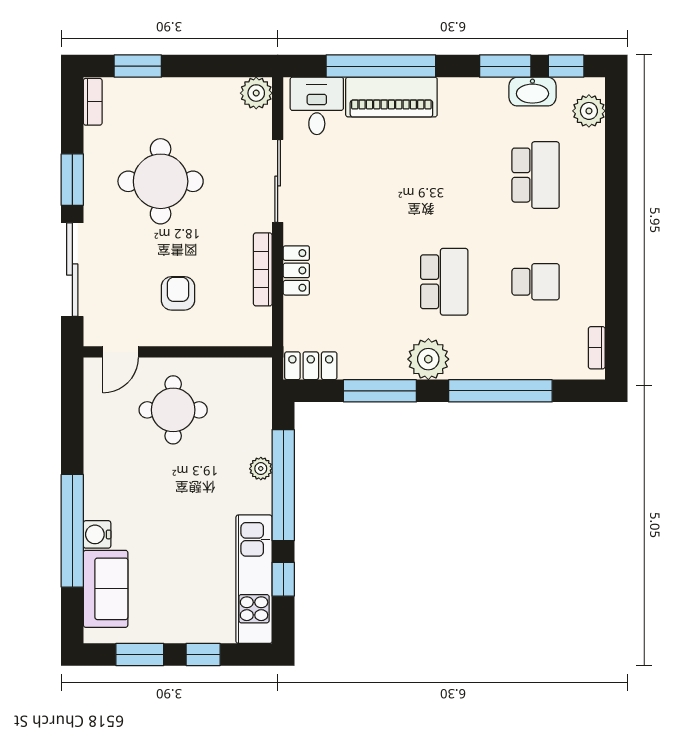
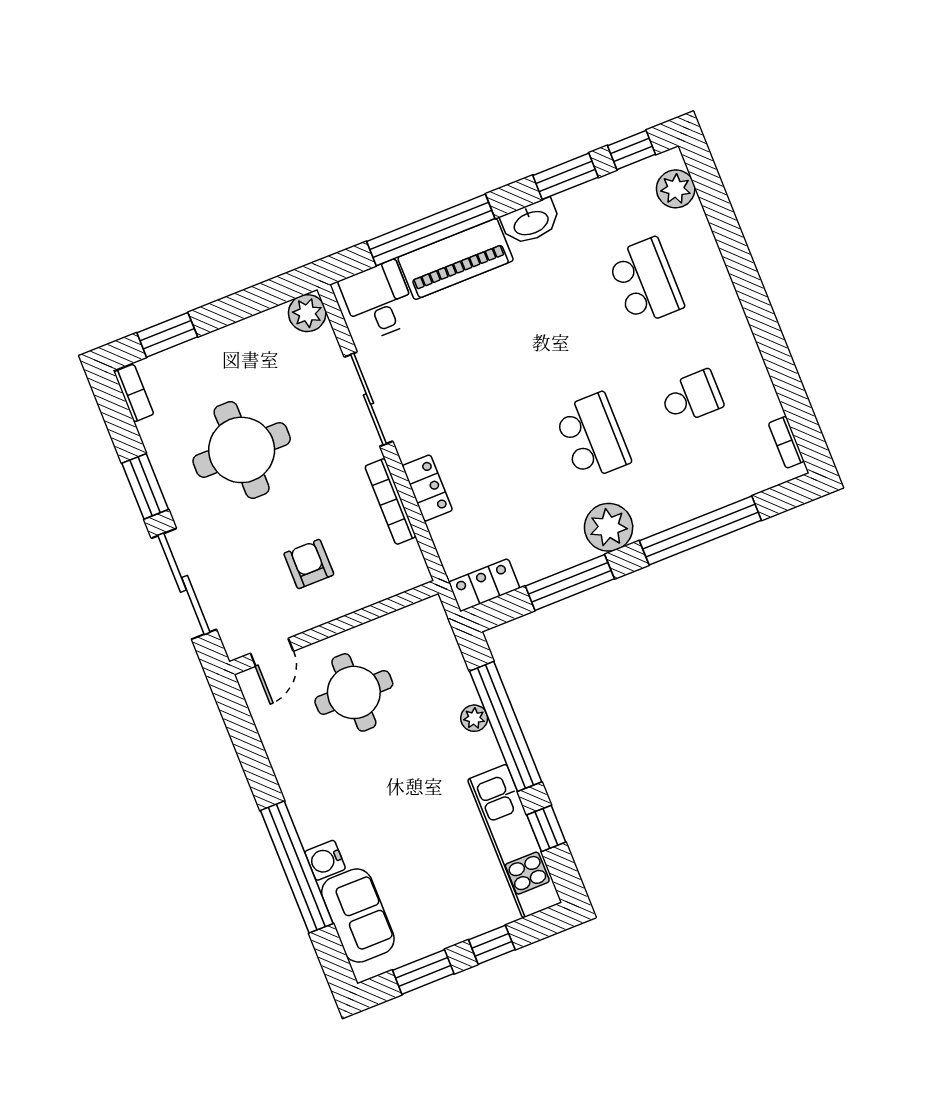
washbasin: (532, 92) -> (531, 222), moved

